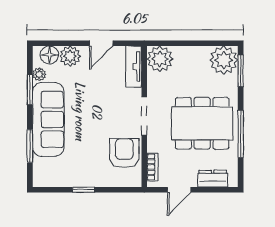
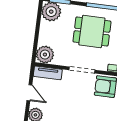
dining table: (202, 123) -> (92, 32), width x0.73

